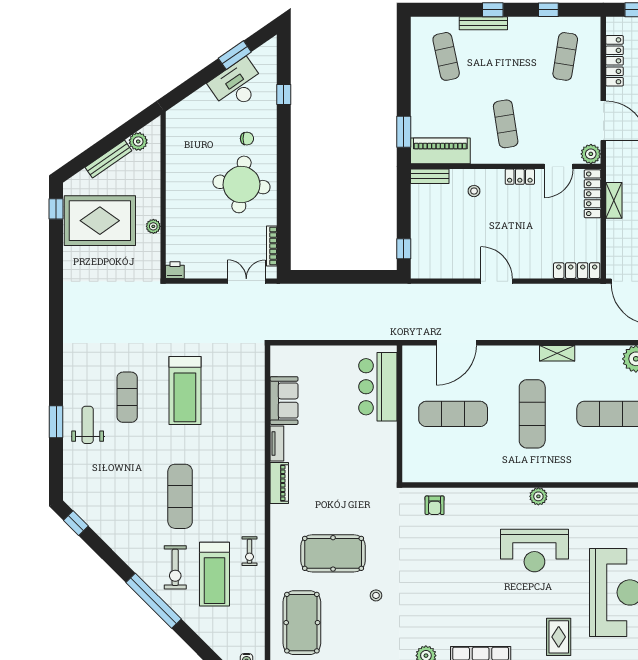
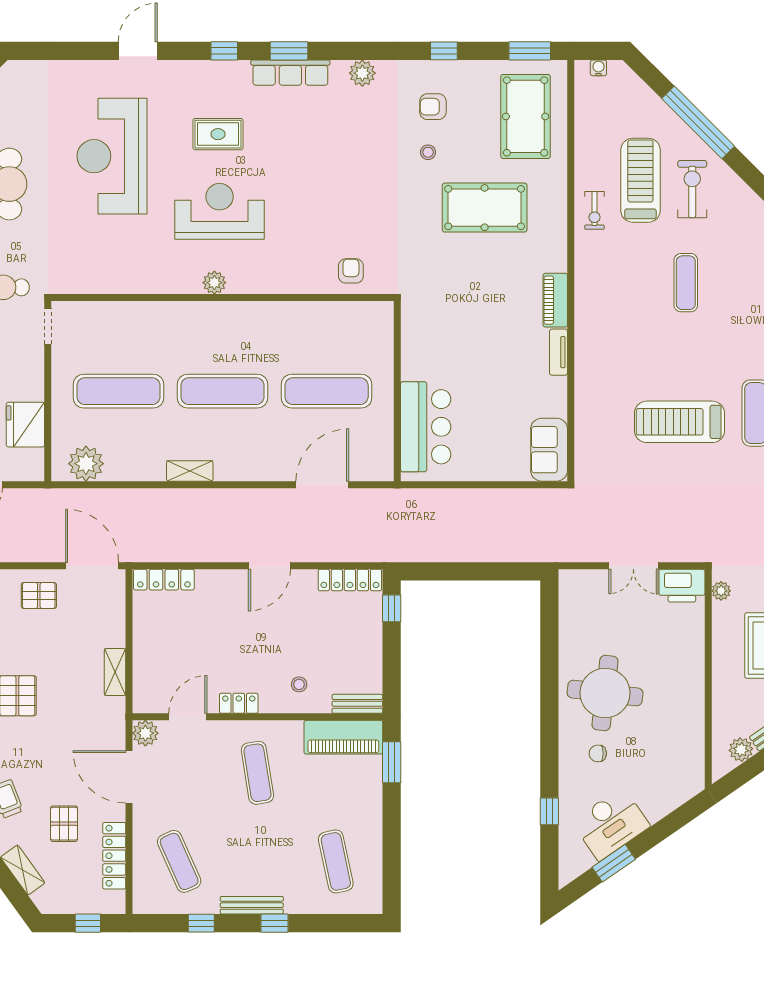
bench: (483, 23) -> (252, 905), moved
exercise mat: (565, 56) -> (179, 861), turned -33
locker: (592, 194) -> (350, 580), moved, turned 90
plant: (153, 226) -> (721, 591), moved
bookcase: (272, 246) -> (565, 612), removed
printer: (175, 270) -> (682, 586), width x1.87, depth x1.48
double door: (246, 281) -> (633, 566), moved
door: (497, 281) -> (269, 566), hinge flipped
treadmill: (185, 391) -> (679, 422), turned -90
sofa: (284, 401) -> (549, 450), moved
exercise mat: (532, 414) -> (223, 391), turned 90
exercise mat: (180, 496) -> (686, 283), width x0.73, depth x0.69
exercise bike: (250, 551) -> (594, 210), turned 180
window: (154, 601) -> (698, 122), moved
armchair: (372, 630) -> (433, 107), added
rug: (559, 637) -> (218, 134), moved, turned 90

